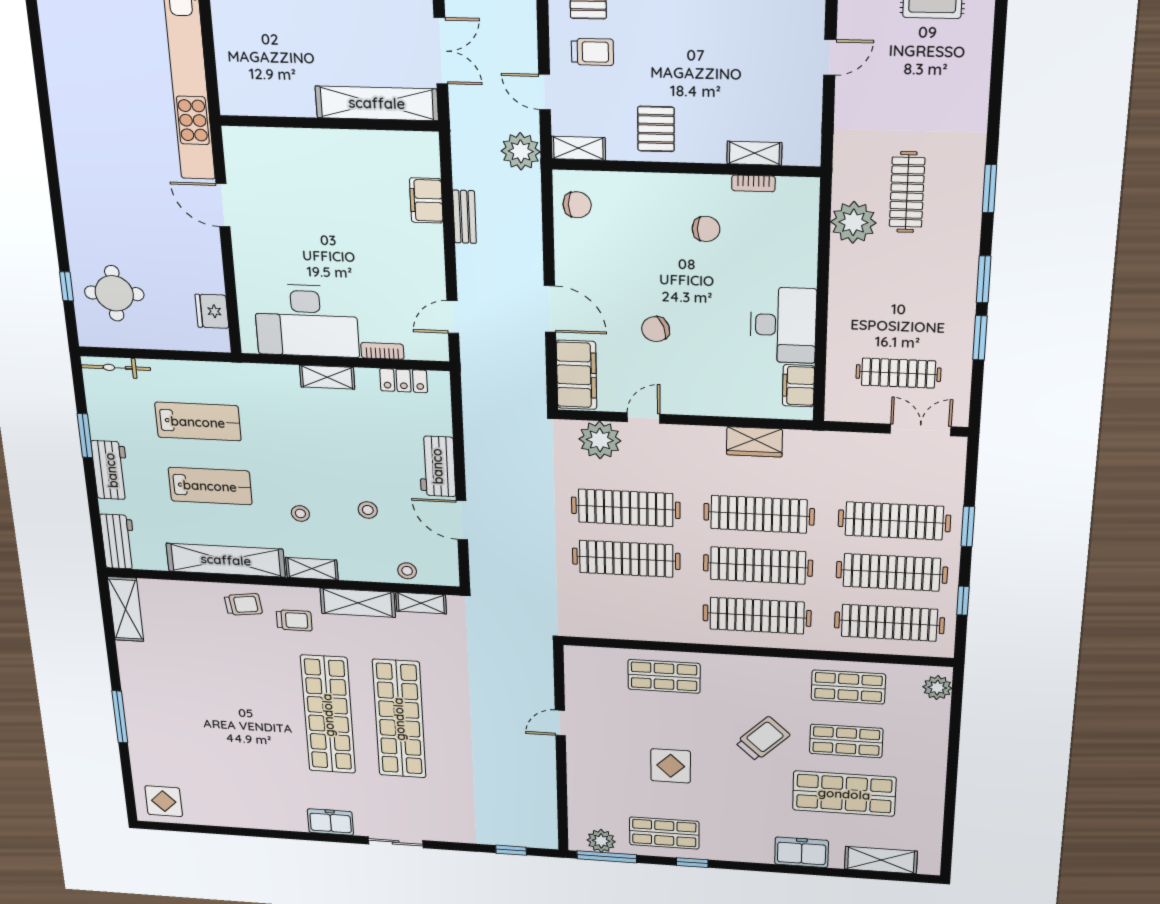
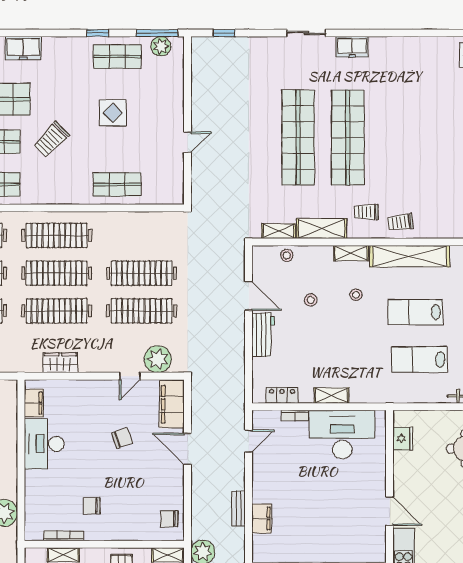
bookcase: (753, 183) -> (64, 536), width x1.56

